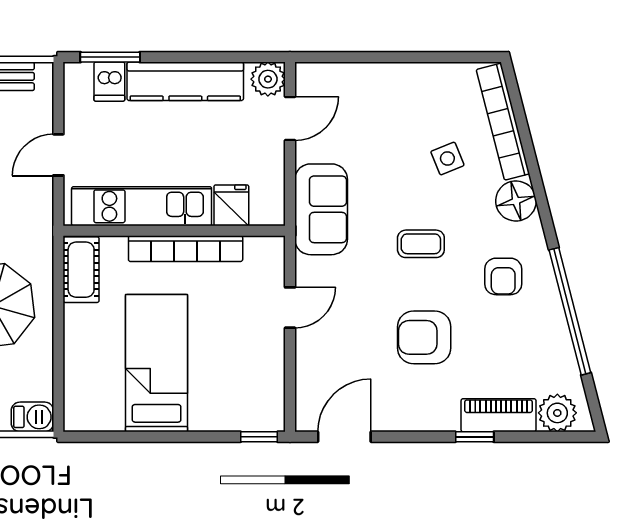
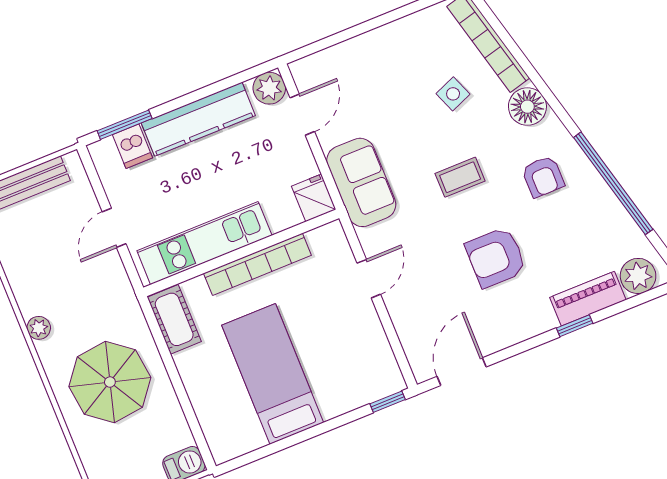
fridge: (231, 205) -> (314, 198), moved

